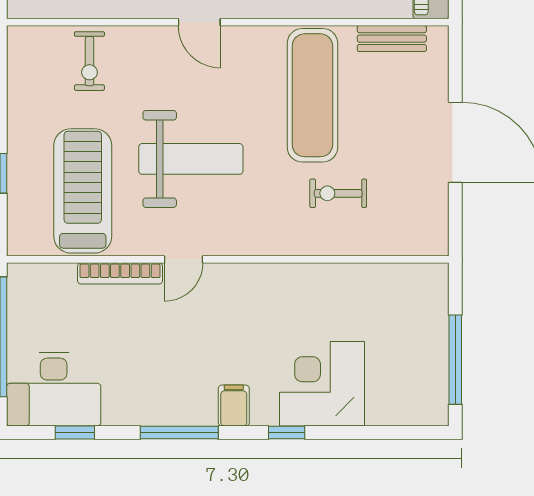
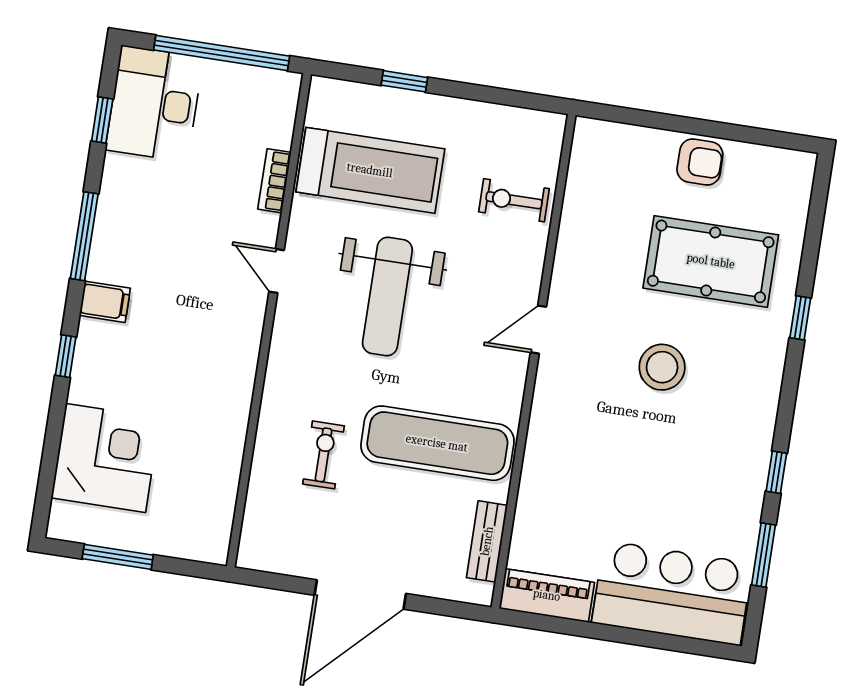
bookcase: (120, 273) -> (274, 181), width x0.64
window: (455, 360) -> (118, 557), width x0.69
corner desk: (322, 384) -> (106, 458), moved

